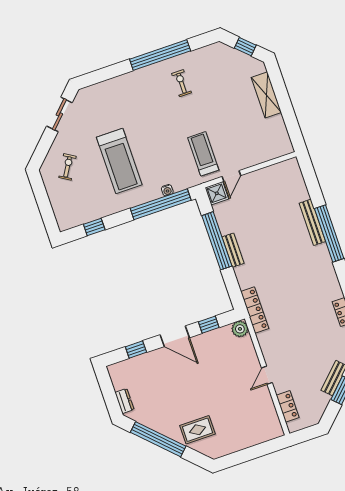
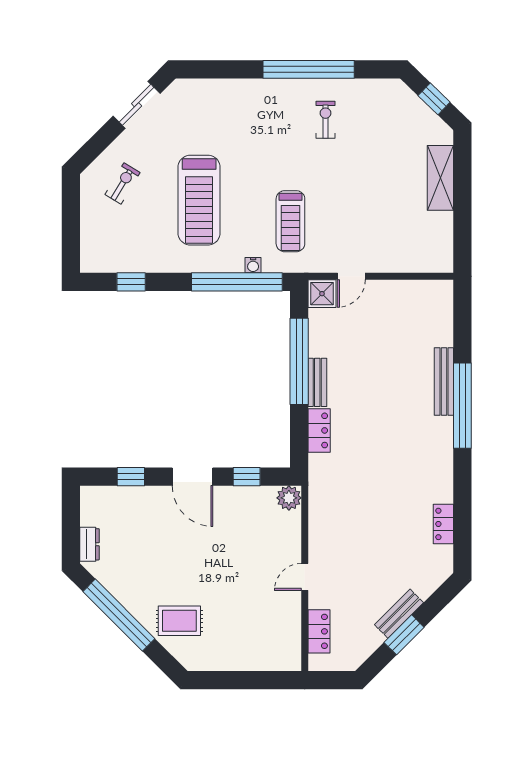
treadmill: (203, 154) -> (290, 221), moved, turned 180
locker: (255, 310) -> (319, 430), moved, width x0.66

